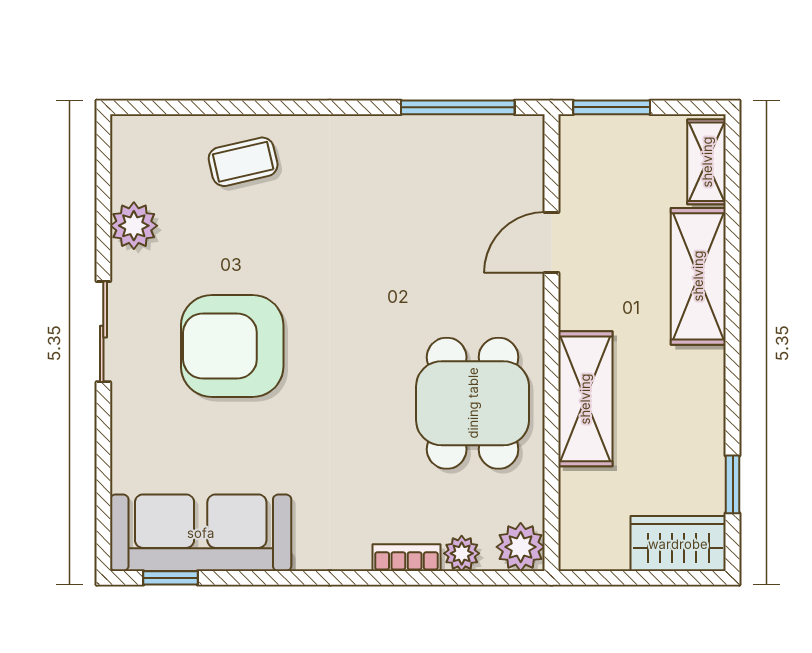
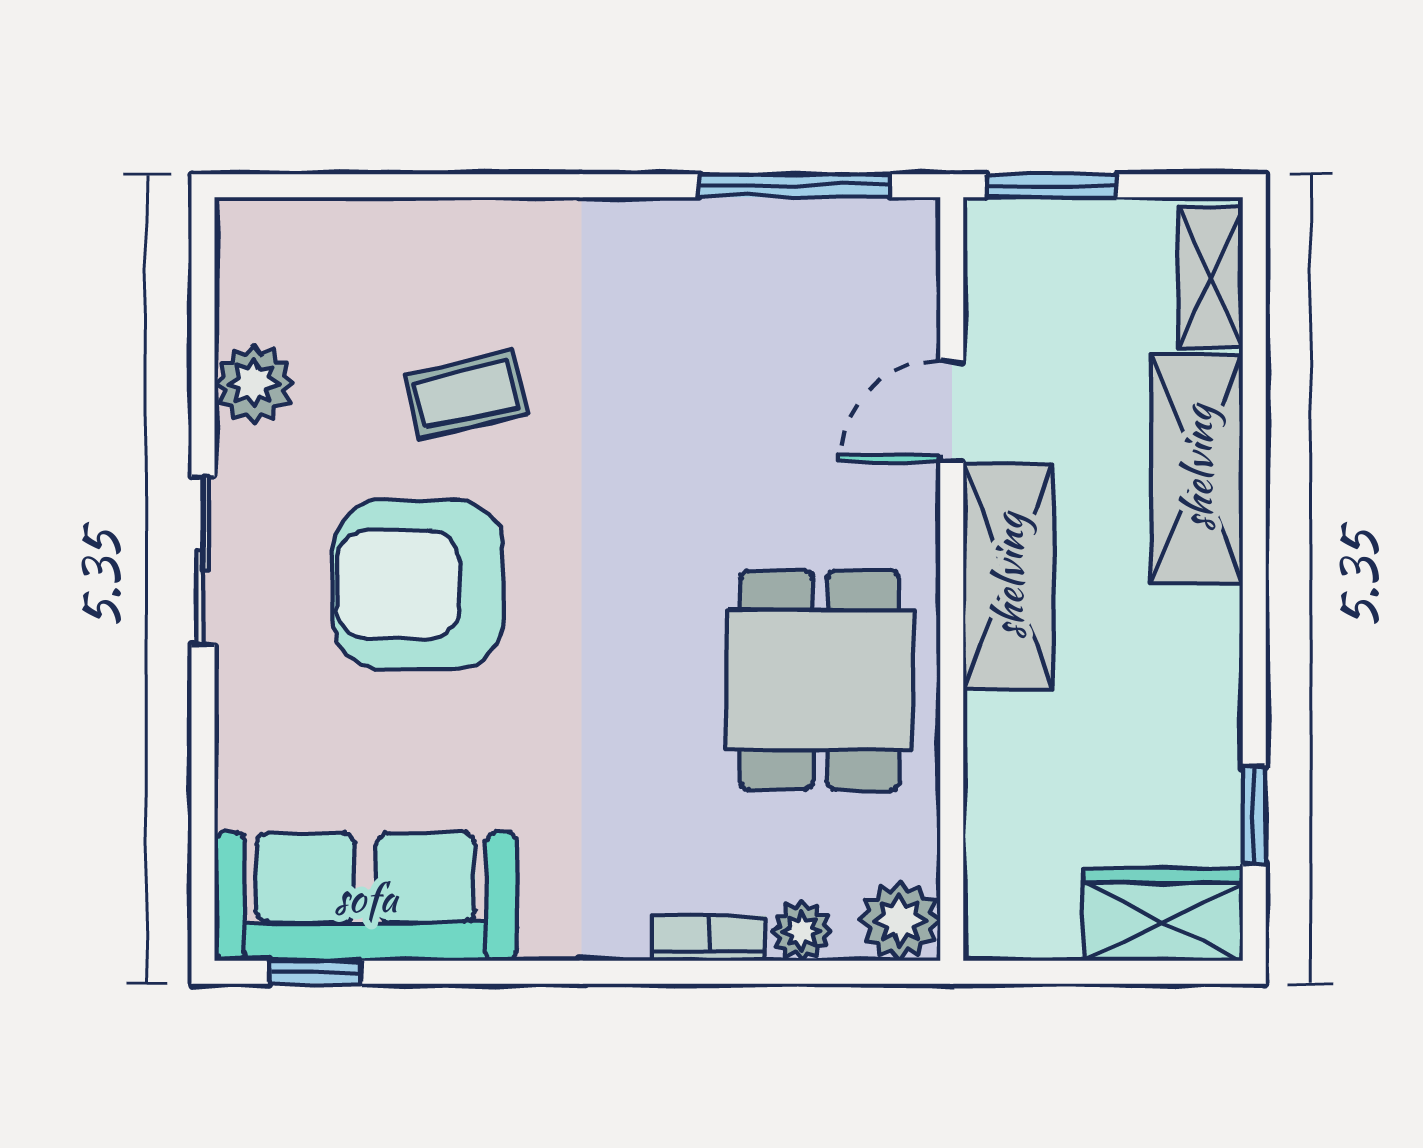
coffee table: (243, 162) -> (466, 394), moved
shelving: (585, 399) -> (1008, 576), moved

